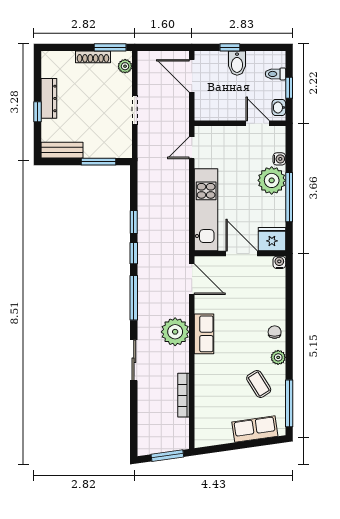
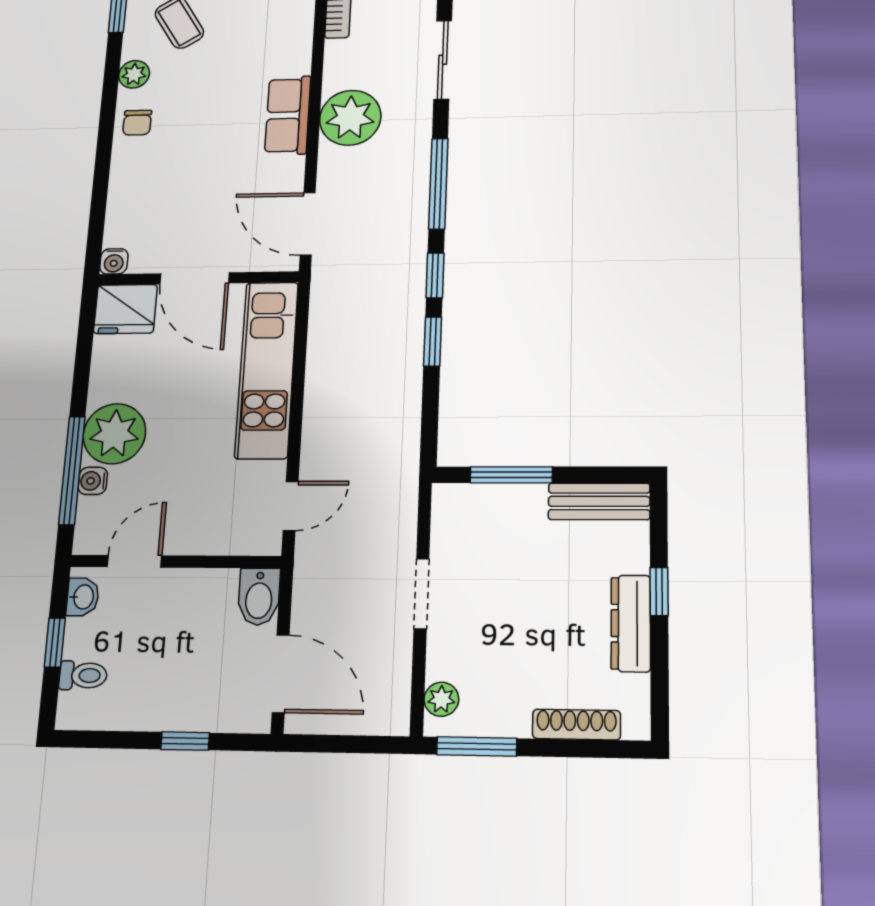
shoe rack: (93, 57) -> (576, 725), moved
bidet: (237, 63) -> (259, 597), moved, turned 180
door: (258, 123) -> (135, 561), swing flipped
window: (289, 197) -> (72, 470), moved

